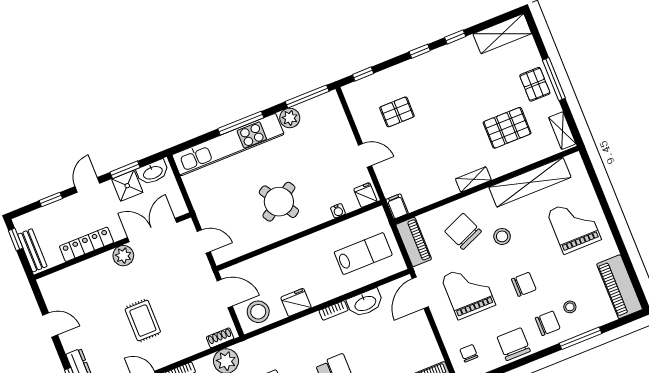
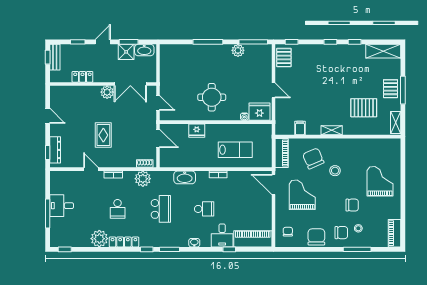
pallet: (397, 112) -> (284, 58), moved, turned 90
kitchen unit: (228, 145) -> (195, 52), removed
shelving: (530, 182) -> (364, 145), removed
fridge: (365, 195) -> (259, 112), width x1.88, depth x1.34
round table: (279, 202) -> (212, 97), turned 32
filing cabinet: (397, 206) -> (300, 128), moved
double door: (152, 230) -> (130, 84), swing flipped
locker: (86, 244) -> (82, 77), width x0.66
bench: (32, 250) -> (55, 57), moved
lab bench: (363, 254) -> (235, 150), moved
chair: (524, 284) -> (352, 205), moved
piano: (620, 287) -> (394, 233), width x0.73, depth x0.75
door: (420, 293) -> (273, 184), hinge flipped
fridge: (296, 302) -> (197, 131), moved, turned 180
washbasin: (365, 303) -> (185, 177), moved
stool: (258, 312) -> (173, 157), removed

